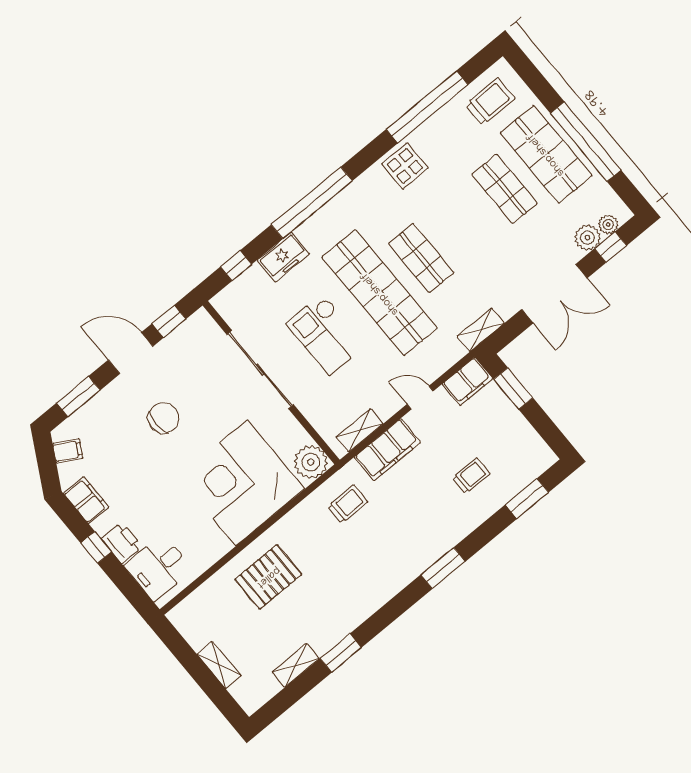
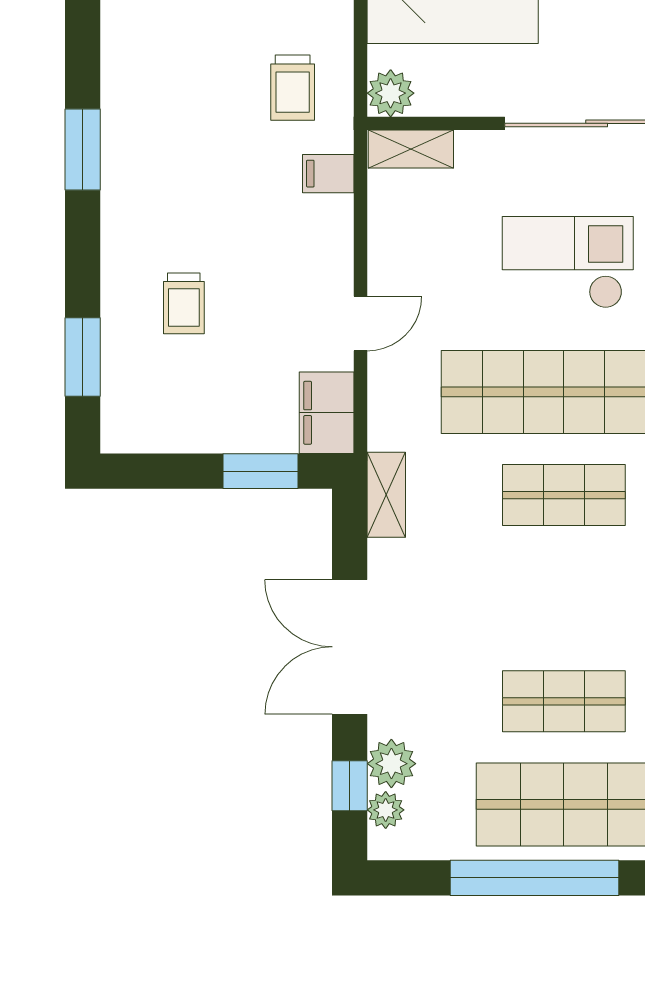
shelving: (360, 430) -> (411, 149), moved, turned 90
filing cabinet: (387, 450) -> (328, 174), width x0.33, depth x0.86
plant: (311, 462) -> (391, 93), width x0.73, depth x0.73

